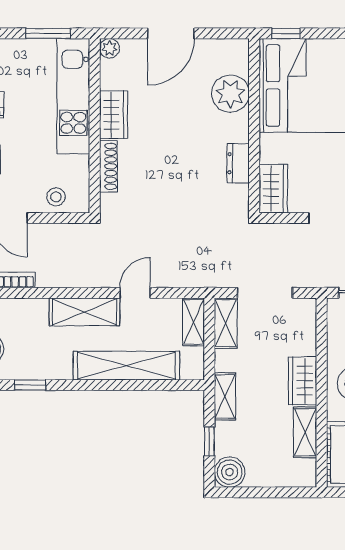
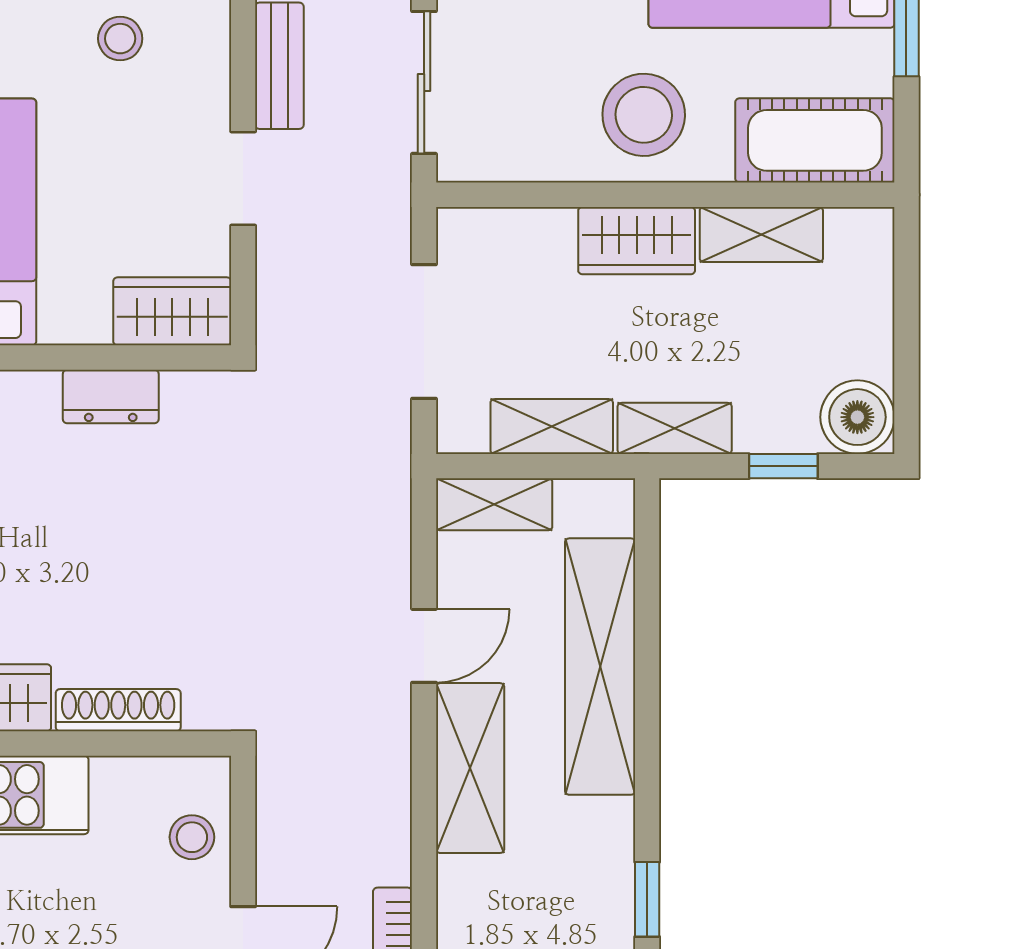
door: (135, 293) -> (424, 646), swing flipped
shelving: (226, 323) -> (552, 427), moved

